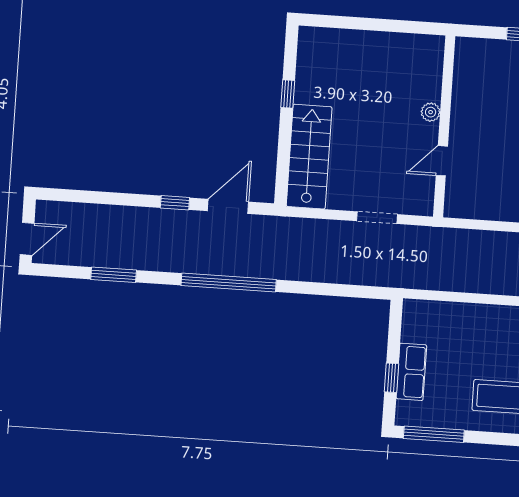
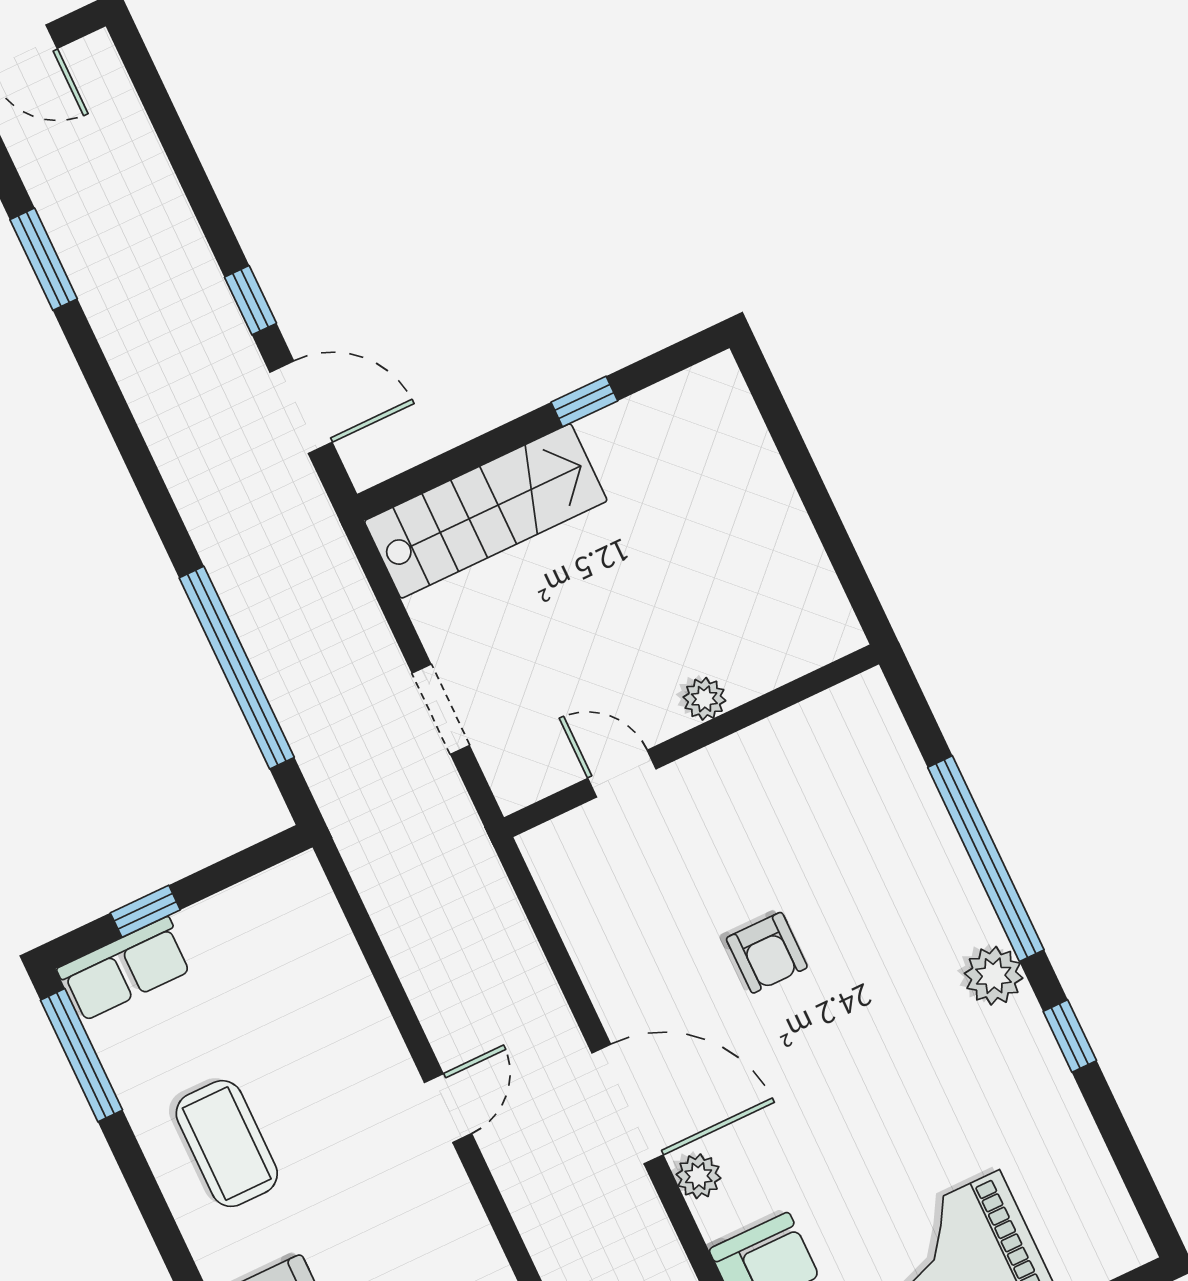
window: (229, 283) -> (237, 668), moved
row of seats: (411, 372) -> (125, 969), moved

